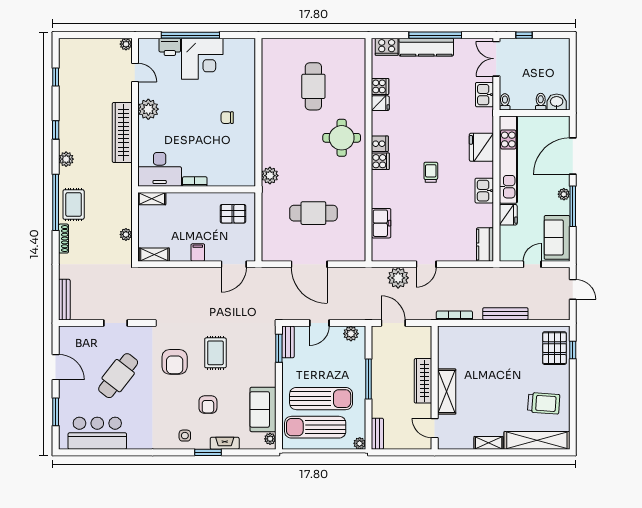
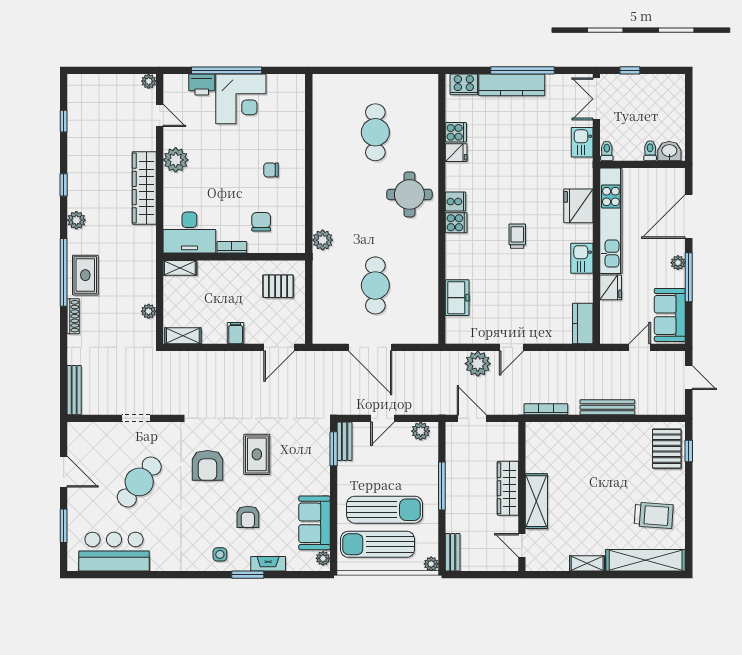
chair: (219, 160) -> (261, 222), added
cafe table: (313, 213) -> (375, 285), turned 90

